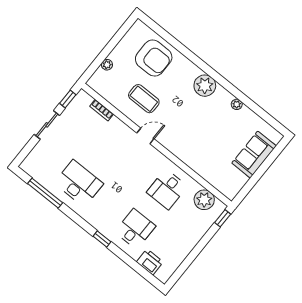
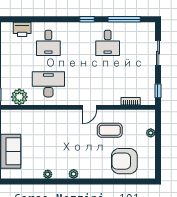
plant: (205, 86) -> (74, 174), width x0.53, depth x0.53
sliding door: (47, 125) -> (158, 53), moved
desk: (79, 183) -> (108, 43), width x0.73
desk: (167, 189) -> (48, 84), width x1.37
window: (102, 239) -> (87, 19), moved

